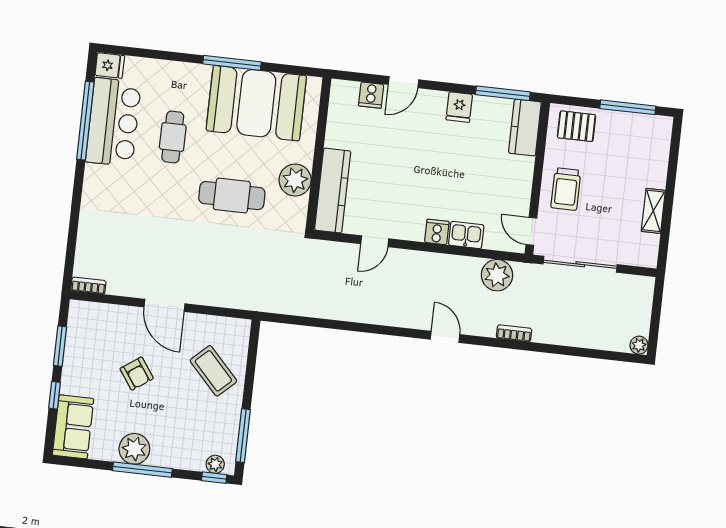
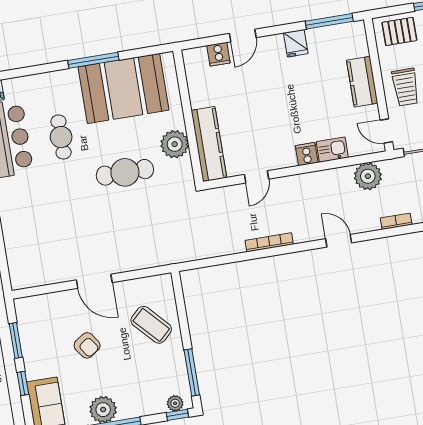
kitchen counter: (525, 128) -> (362, 82), moved
bookcase: (88, 286) -> (269, 242), moved, width x1.56

